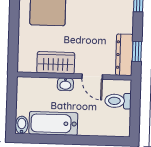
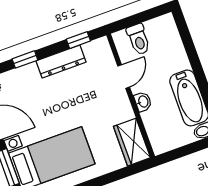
dresser: (124, 55) -> (61, 61), moved
wardrobe: (56, 63) -> (132, 142), moved

